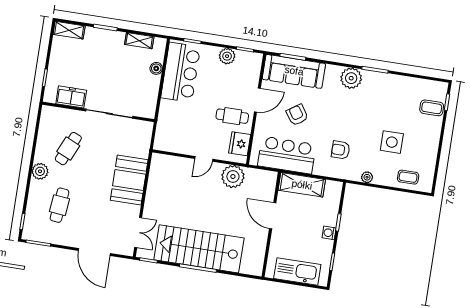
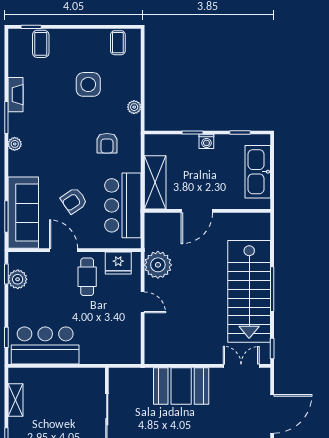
plant: (227, 56) -> (18, 279), moved
boiler: (156, 68) -> (45, 375), removed
plant: (351, 78) -> (15, 144), width x0.53, depth x0.53
fireplace: (393, 80) -> (15, 95), added
coffee table: (408, 177) -> (118, 43), moved

